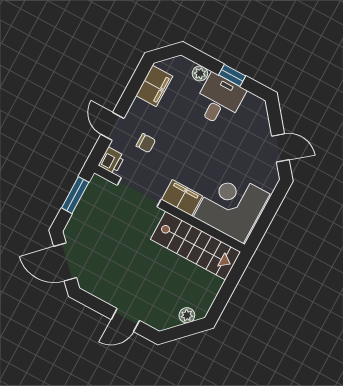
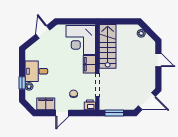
window: (232, 75) -> (22, 83), moved
door: (112, 126) -> (62, 113), moved
door: (65, 262) -> (147, 101), hinge flipped

